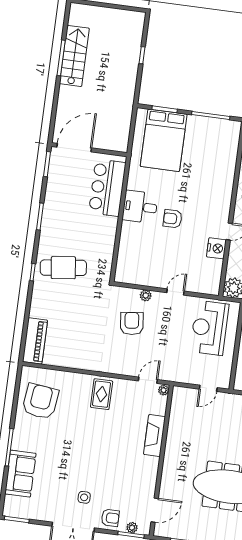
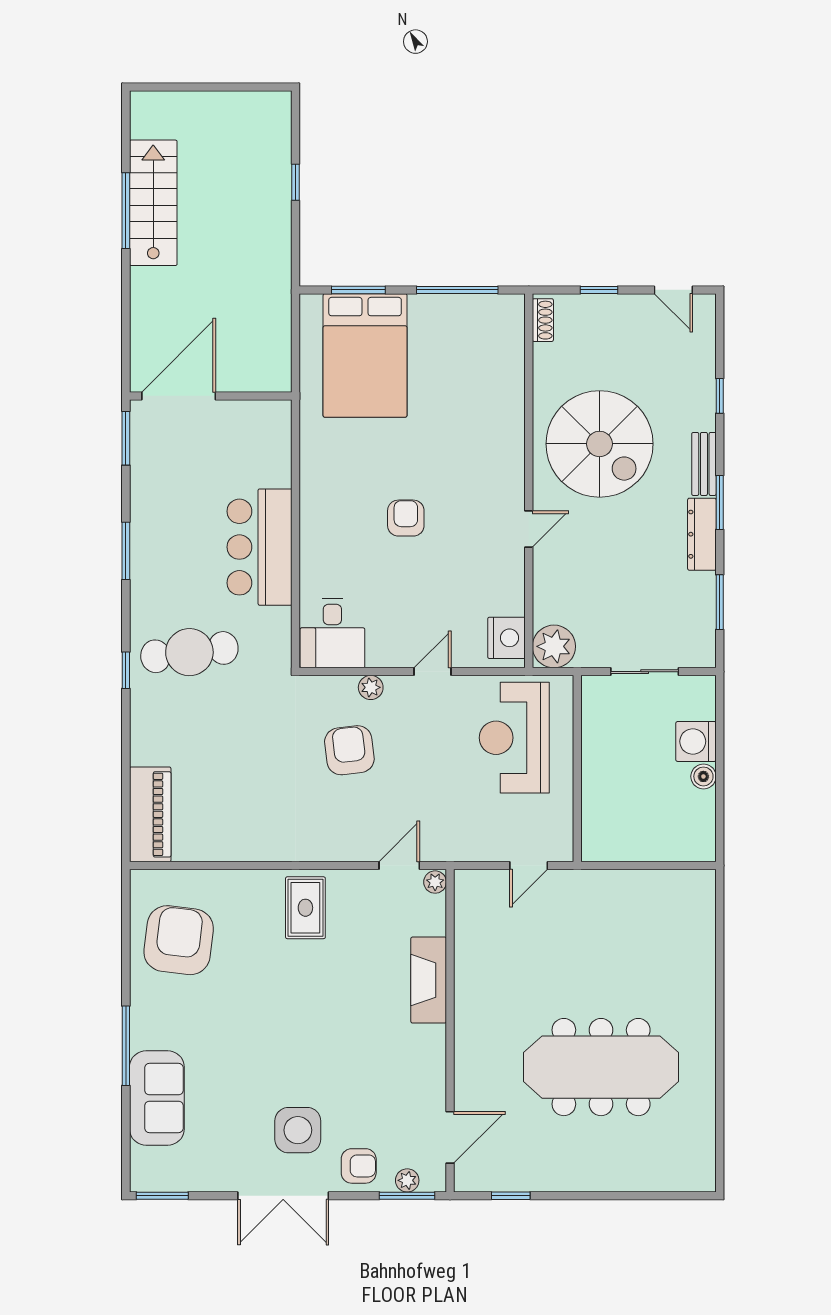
bar counter: (107, 188) -> (259, 547), moved
desk: (140, 207) -> (332, 633), moved, turned -90
armchair: (173, 219) -> (406, 518), turned 90
nightstand: (216, 248) -> (507, 638), moved
side table: (84, 497) -> (298, 1130), width x1.87, depth x1.87

